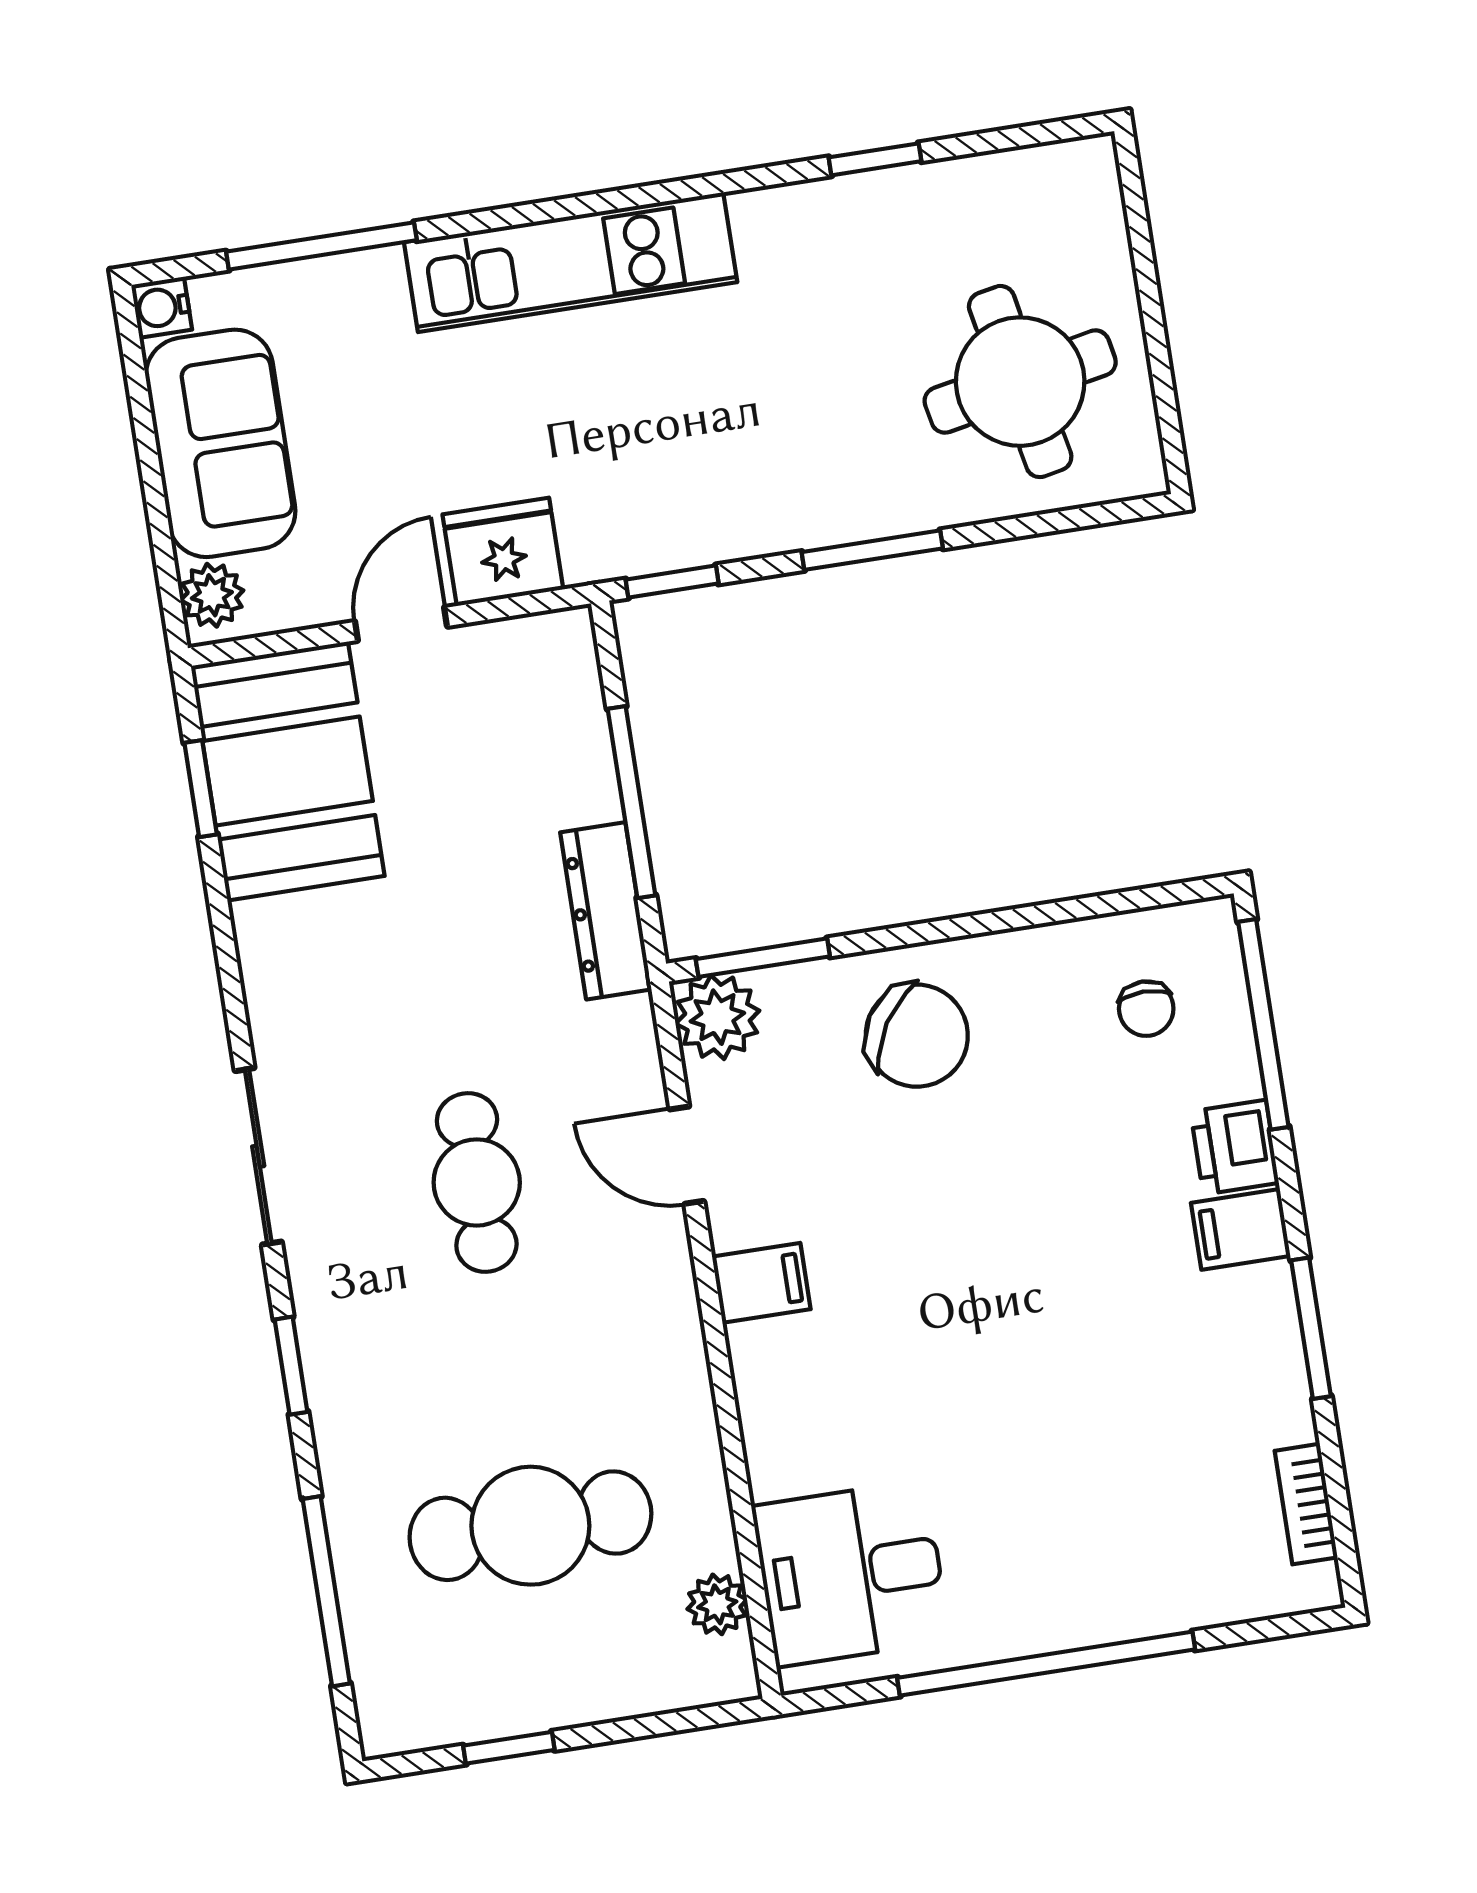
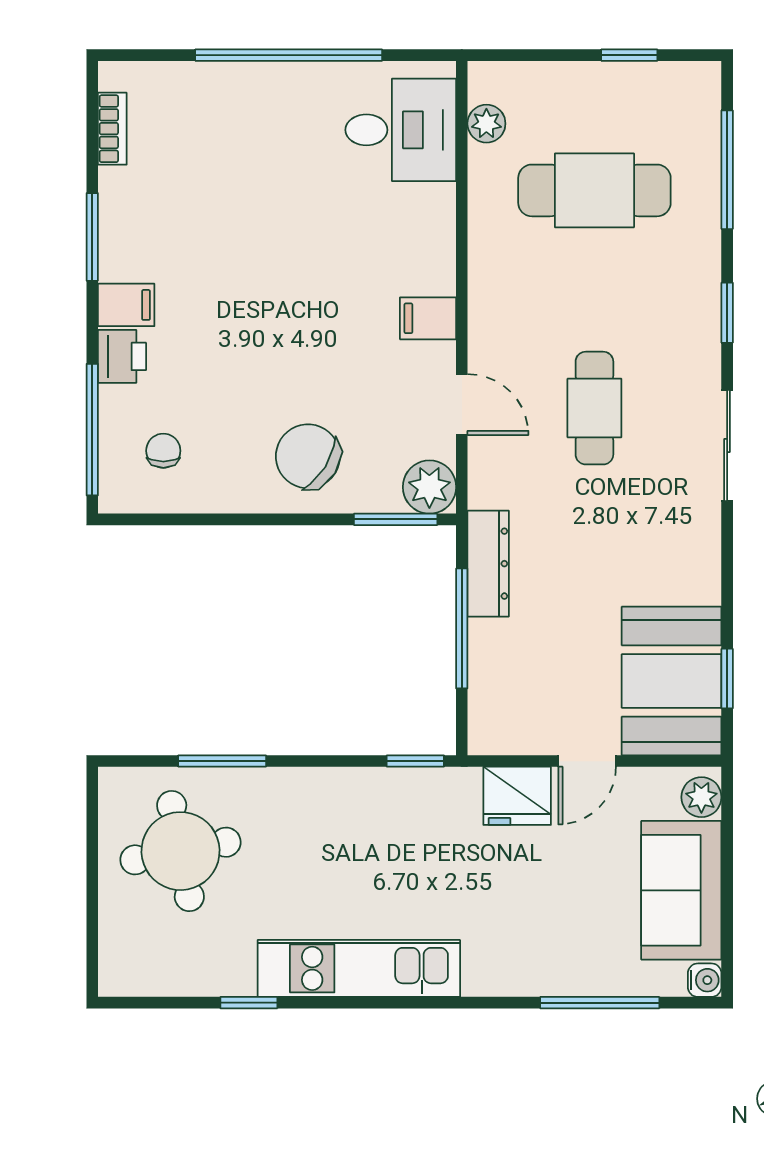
kitchen unit: (571, 262) -> (359, 968), moved
window: (872, 550) -> (222, 761), moved

